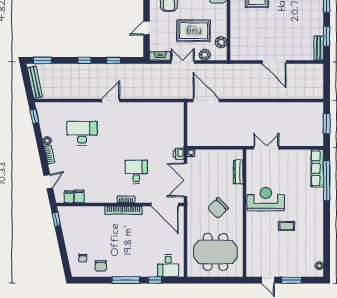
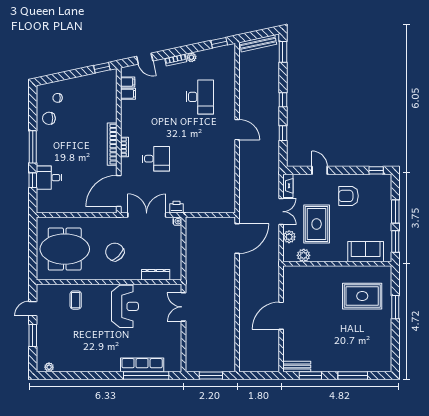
double door: (266, 148) -> (183, 307), swing flipped
row of seats: (317, 168) -> (142, 365), moved
coffee table: (286, 226) -> (76, 300), moved
meeting table: (216, 252) -> (65, 249), turned 90
desk: (168, 266) -> (49, 178), moved

